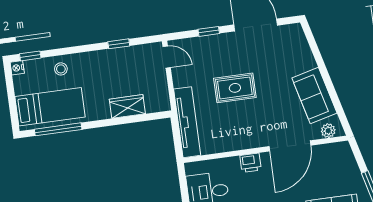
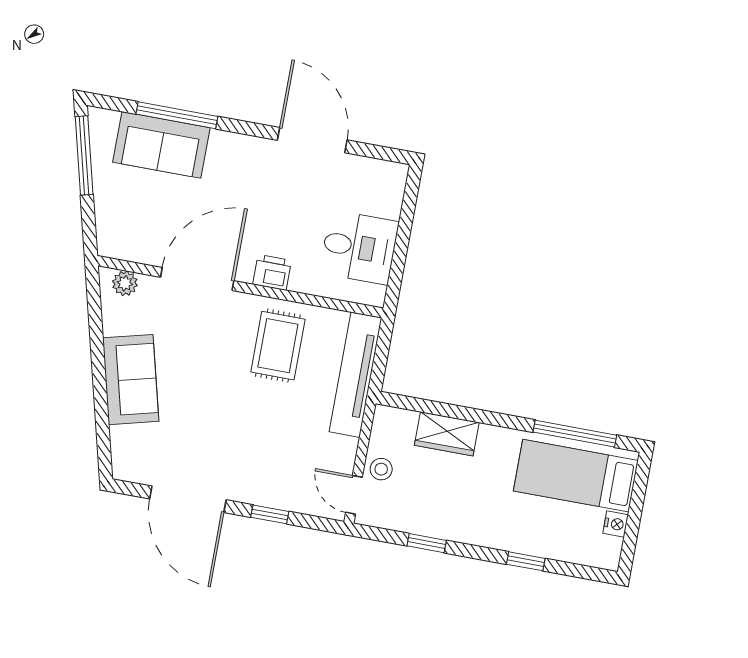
window: (30, 56) -> (526, 561), moved
nightstand: (17, 68) -> (616, 524), moved
stool: (61, 69) -> (381, 469), moved
rug: (235, 88) -> (278, 346), moved, turned 90
sofa: (314, 96) -> (131, 380), moved

